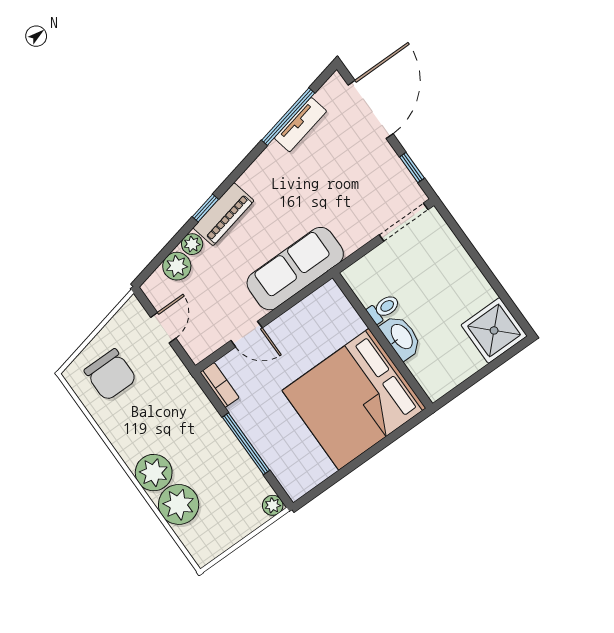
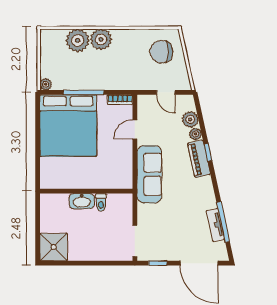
bed: (354, 399) -> (68, 126), moved, turned 180

